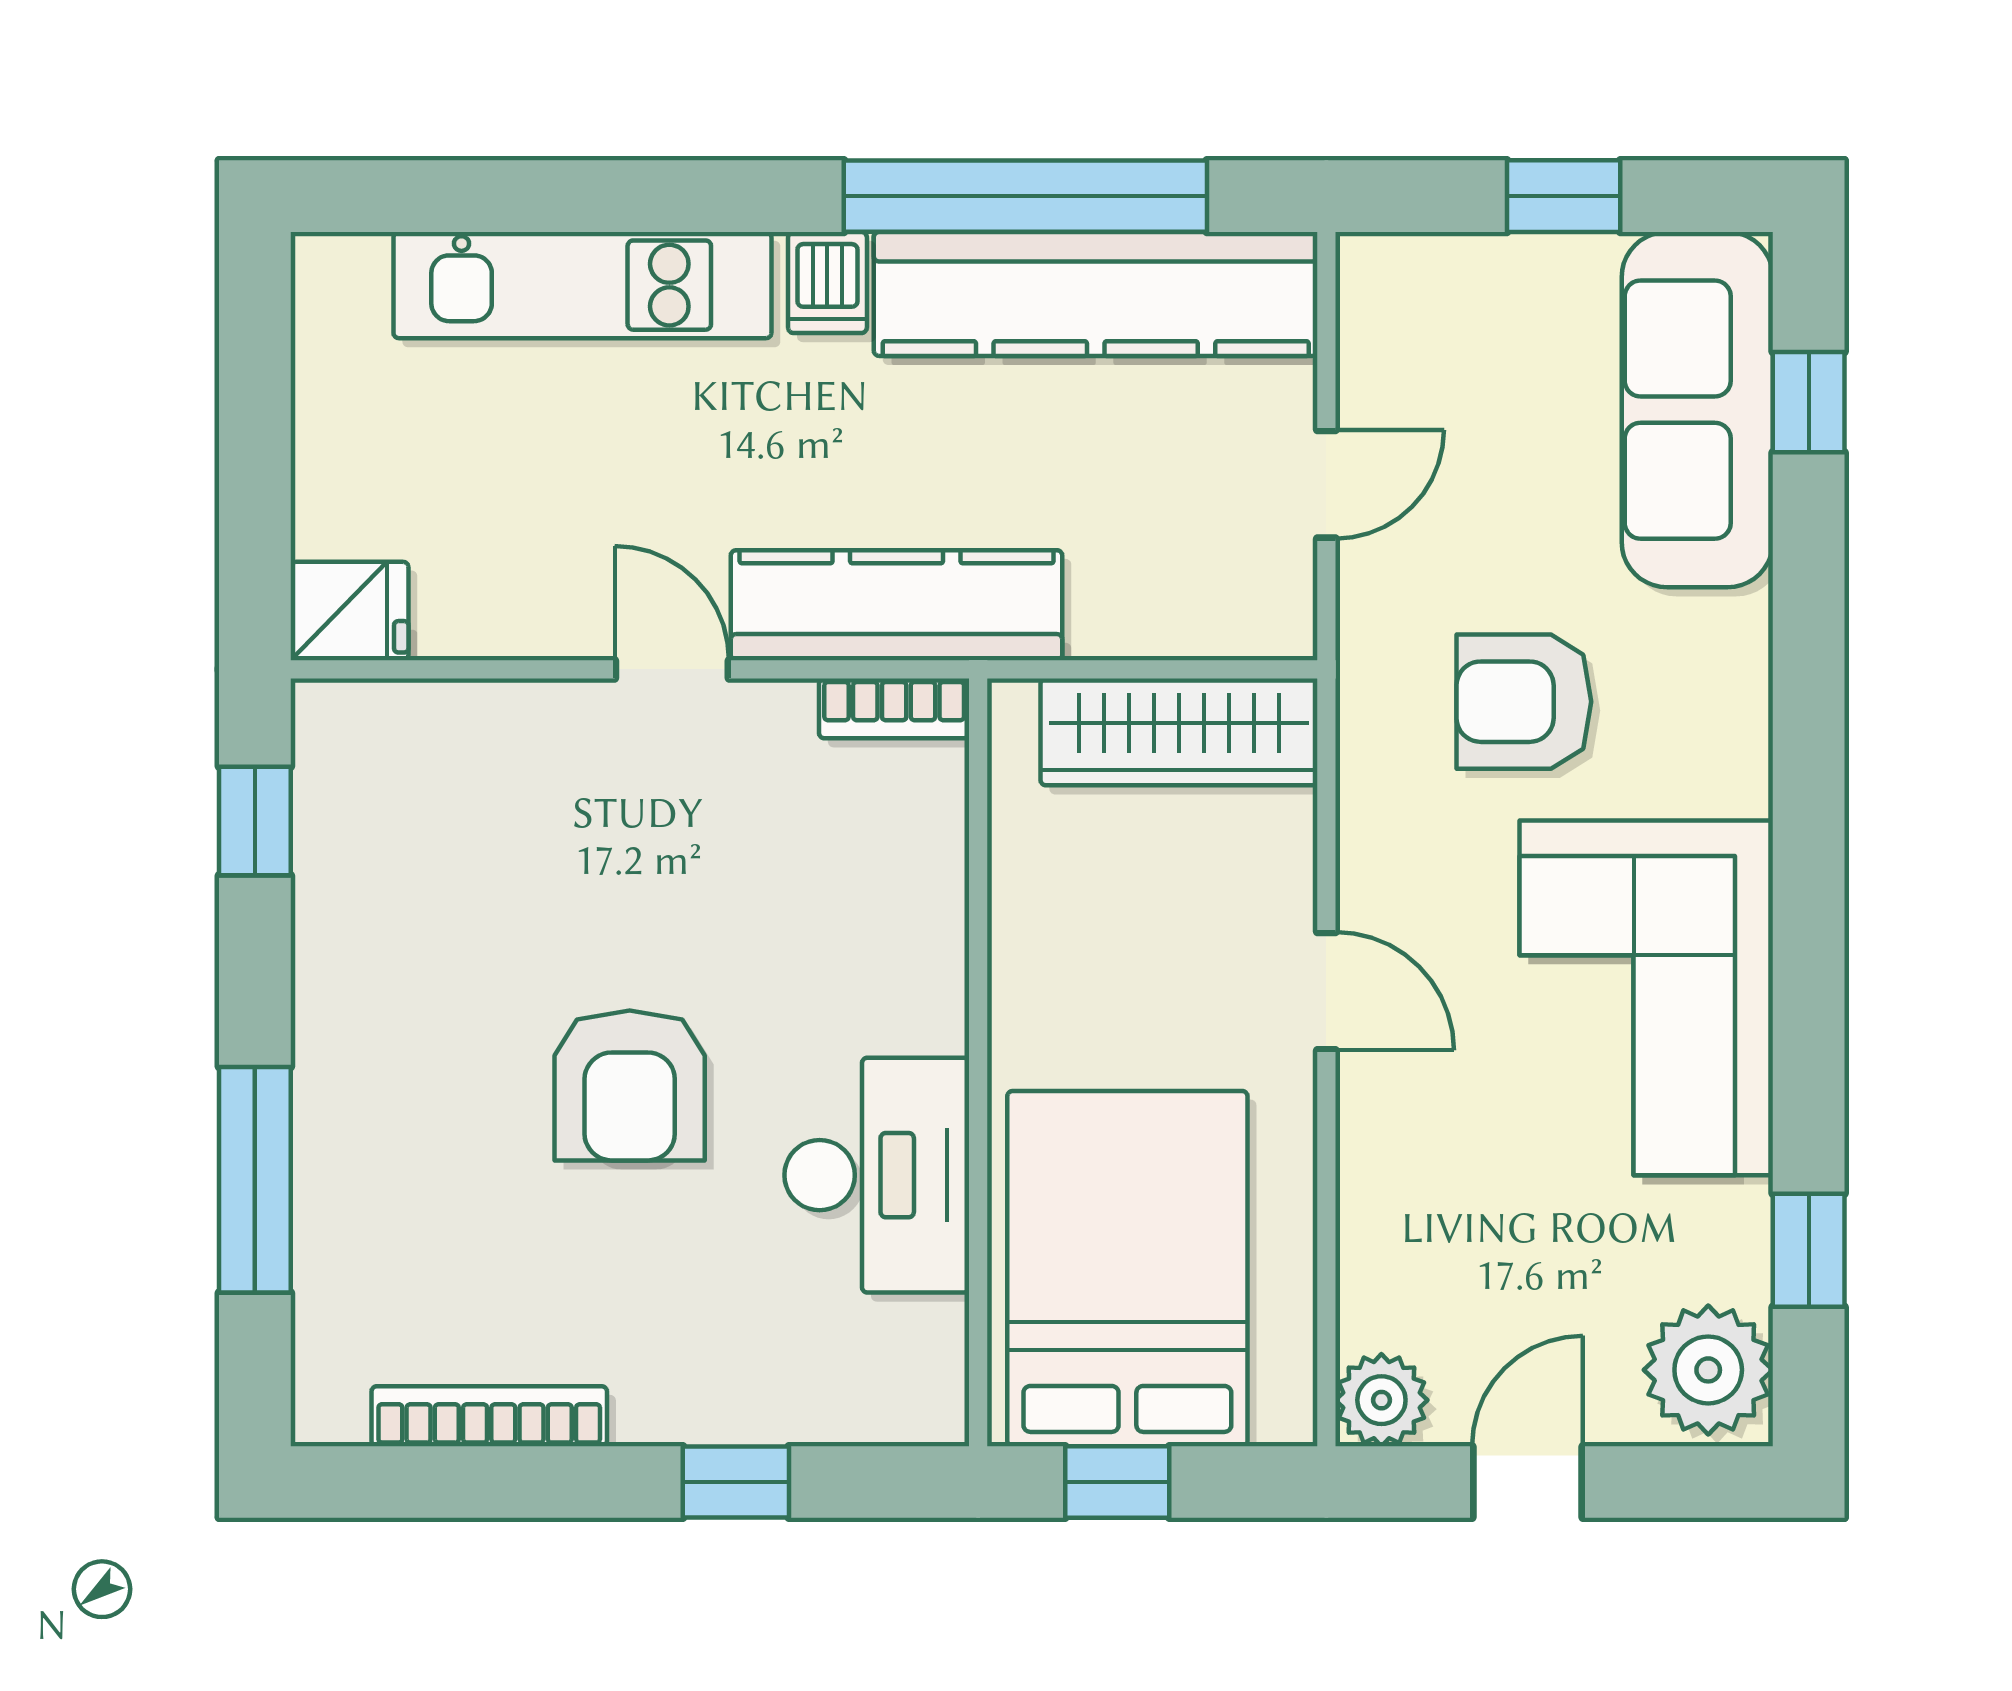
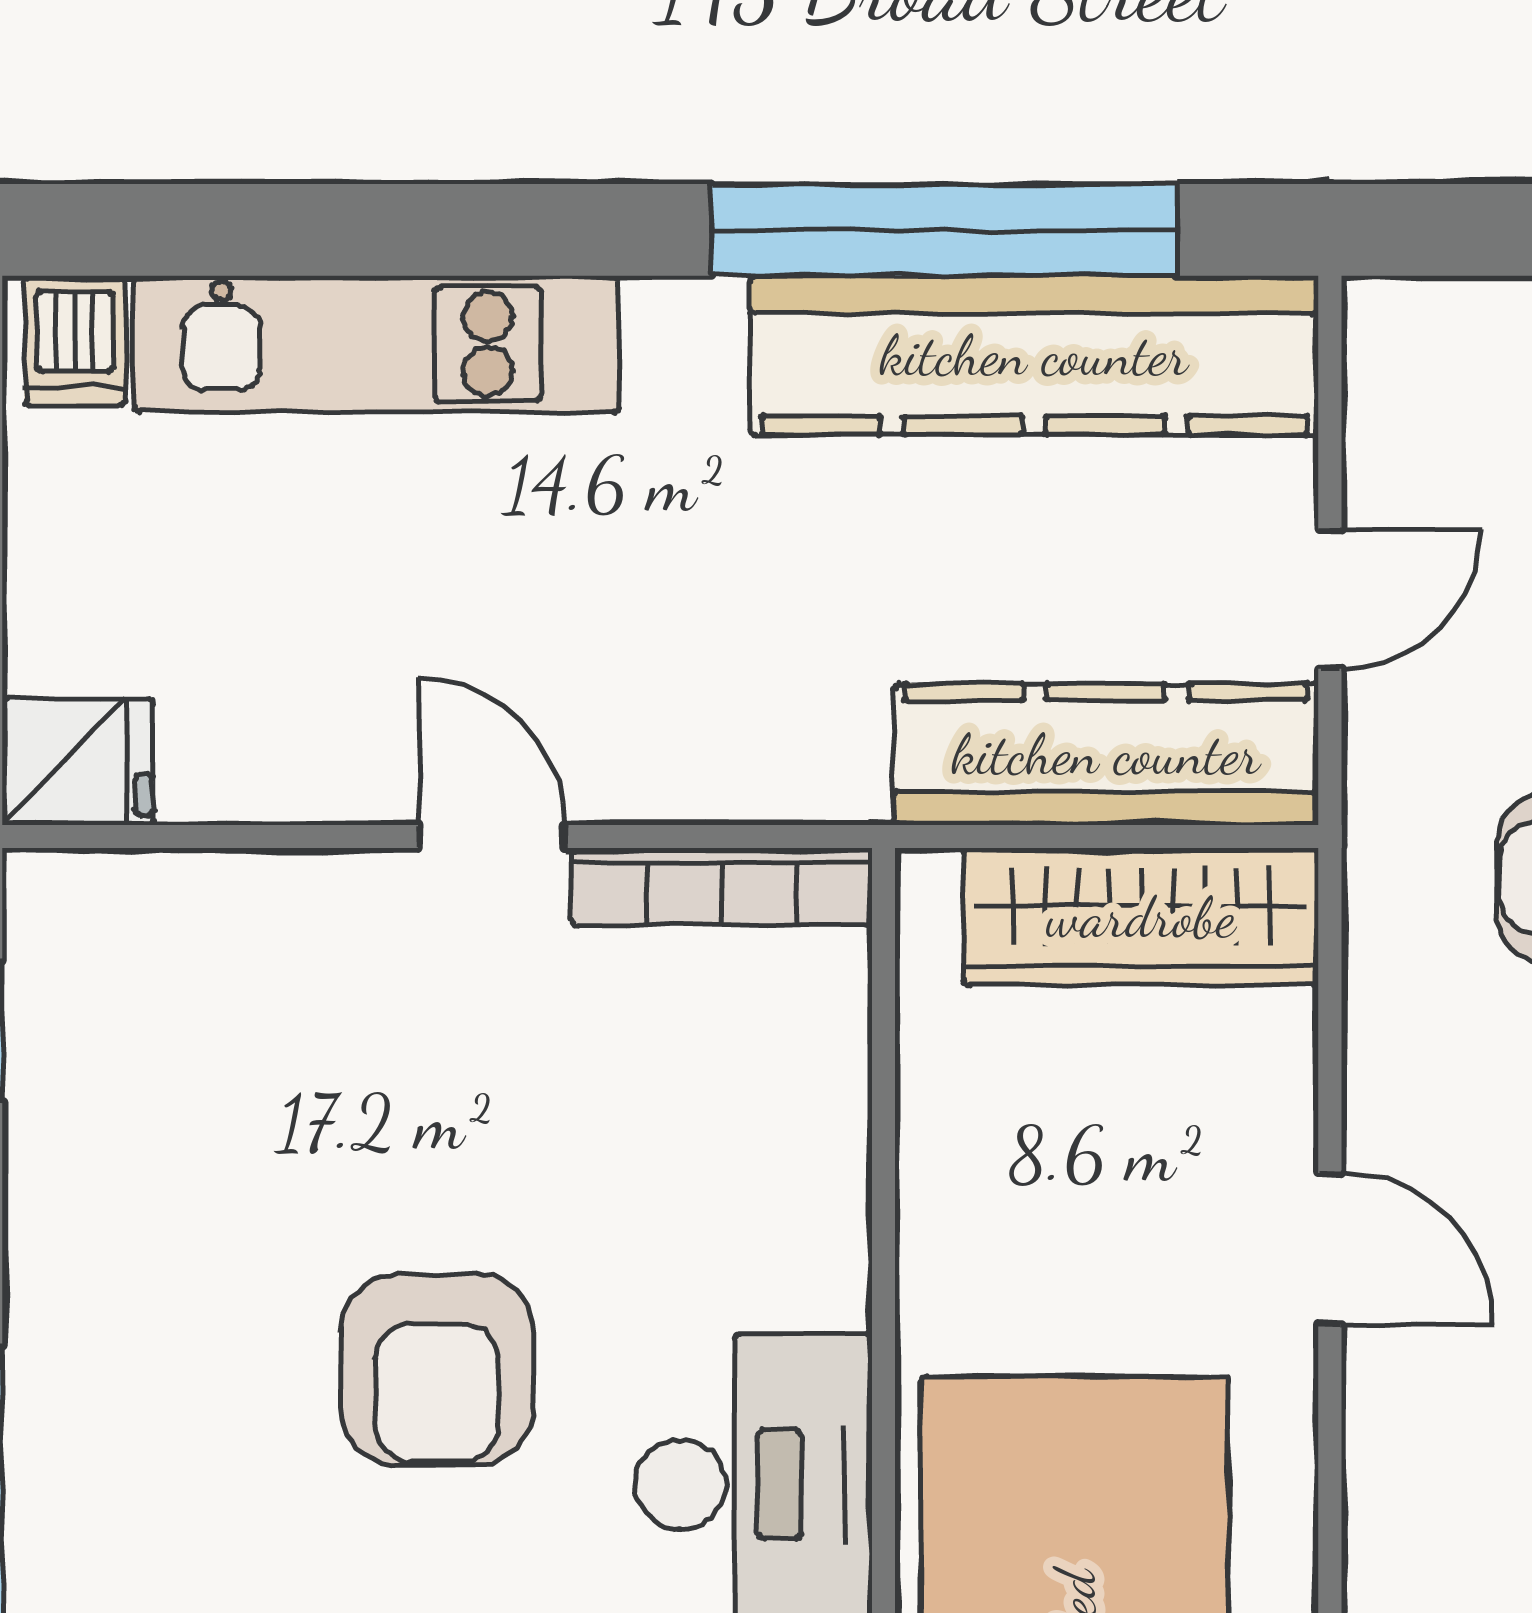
dishwasher: (827, 282) -> (75, 341), moved
kitchen counter: (897, 605) -> (1106, 754), moved
bookcase: (894, 708) -> (722, 886), width x1.56

